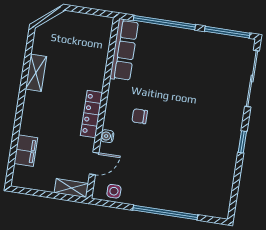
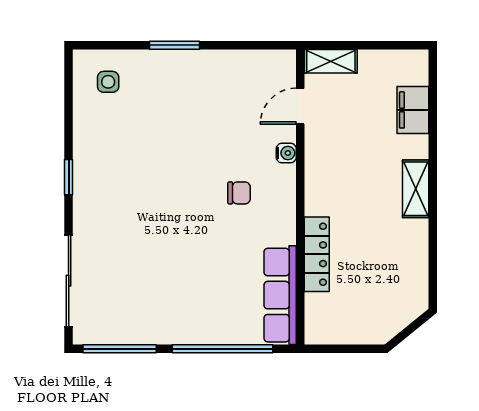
shelving: (36, 73) -> (416, 189), moved
locker: (91, 114) -> (317, 254), moved
side table: (114, 191) -> (108, 82), moved
window: (165, 212) -> (175, 45), width x0.47

